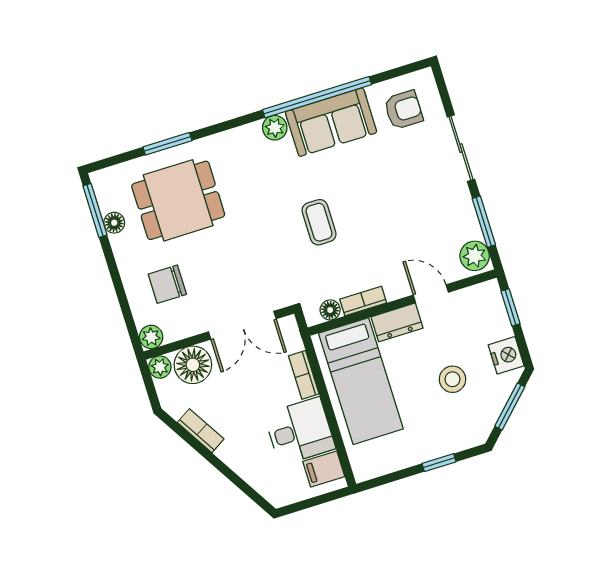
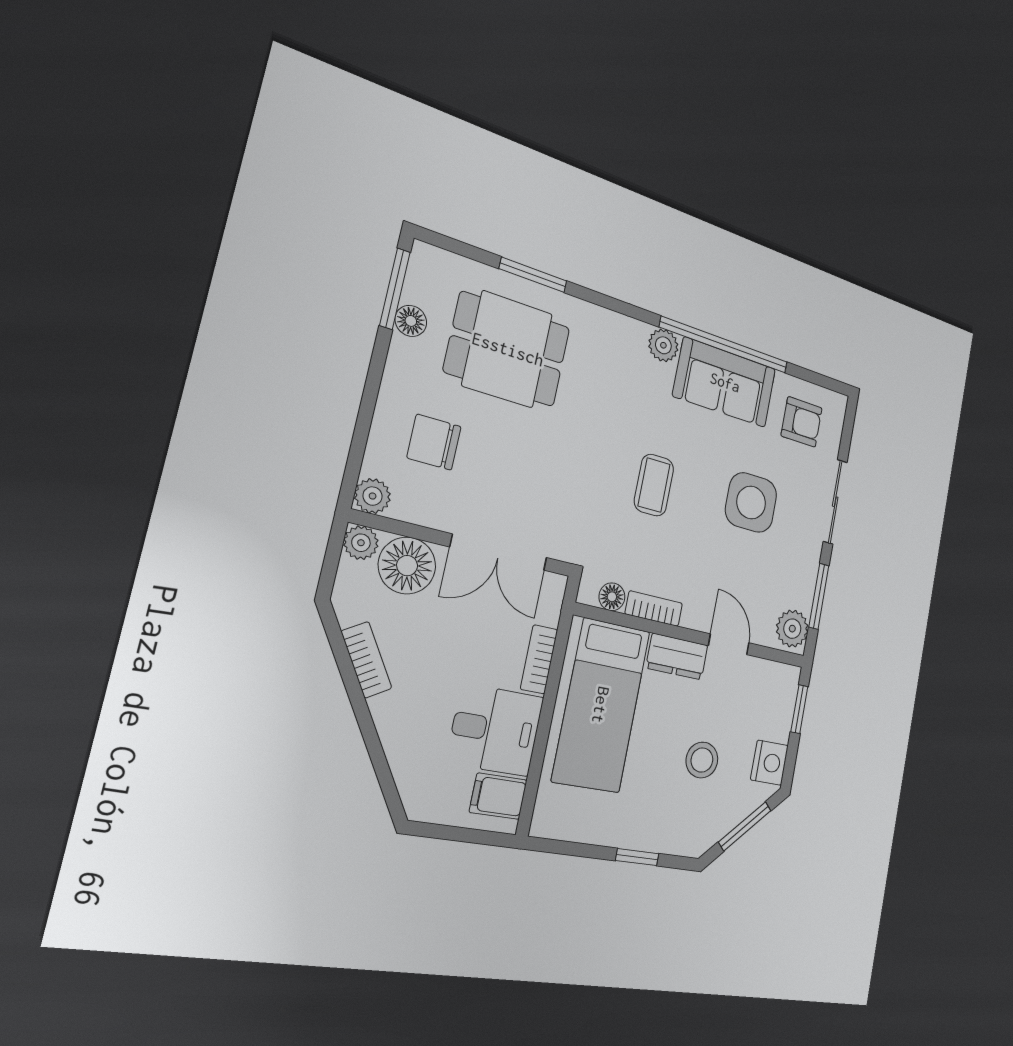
side table: (395, 190) -> (751, 503), added

